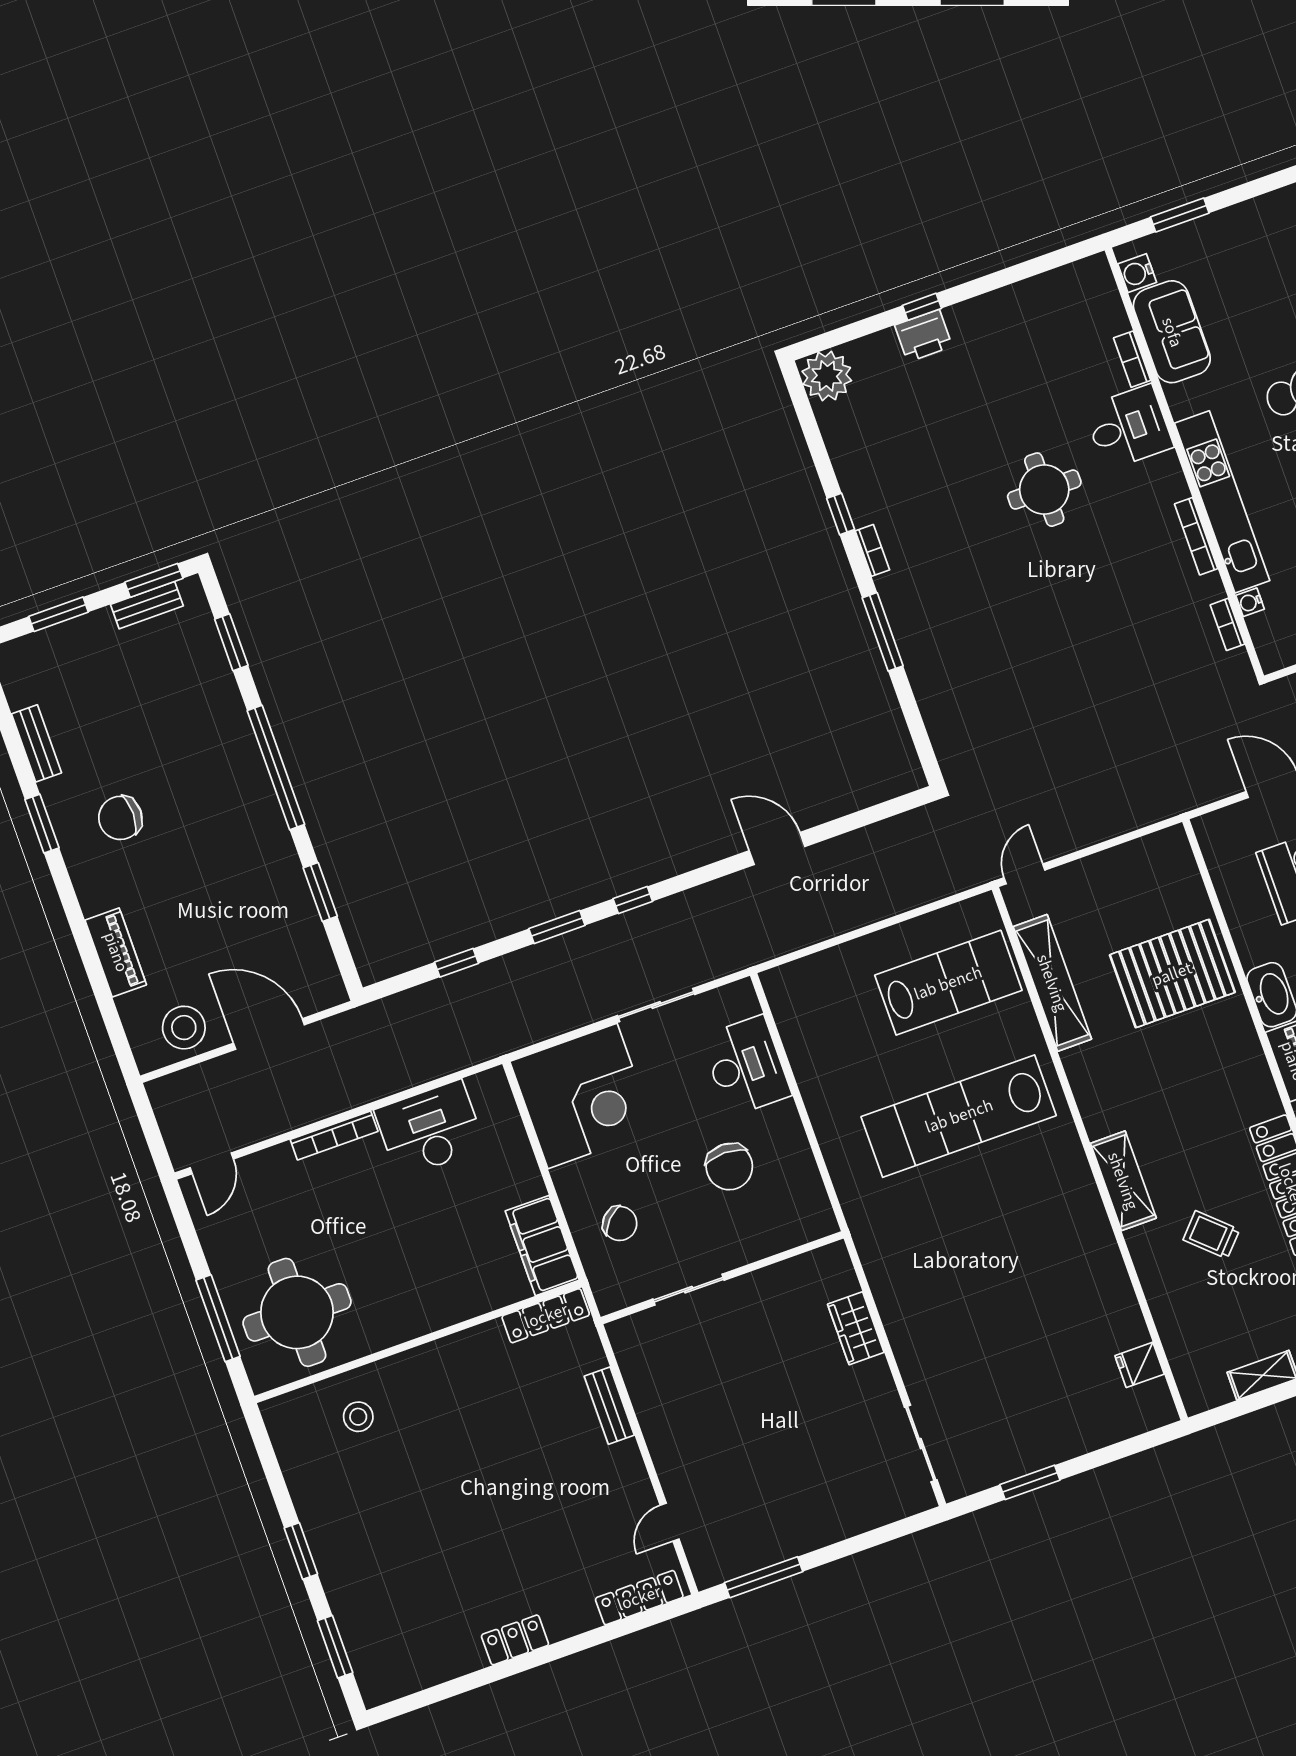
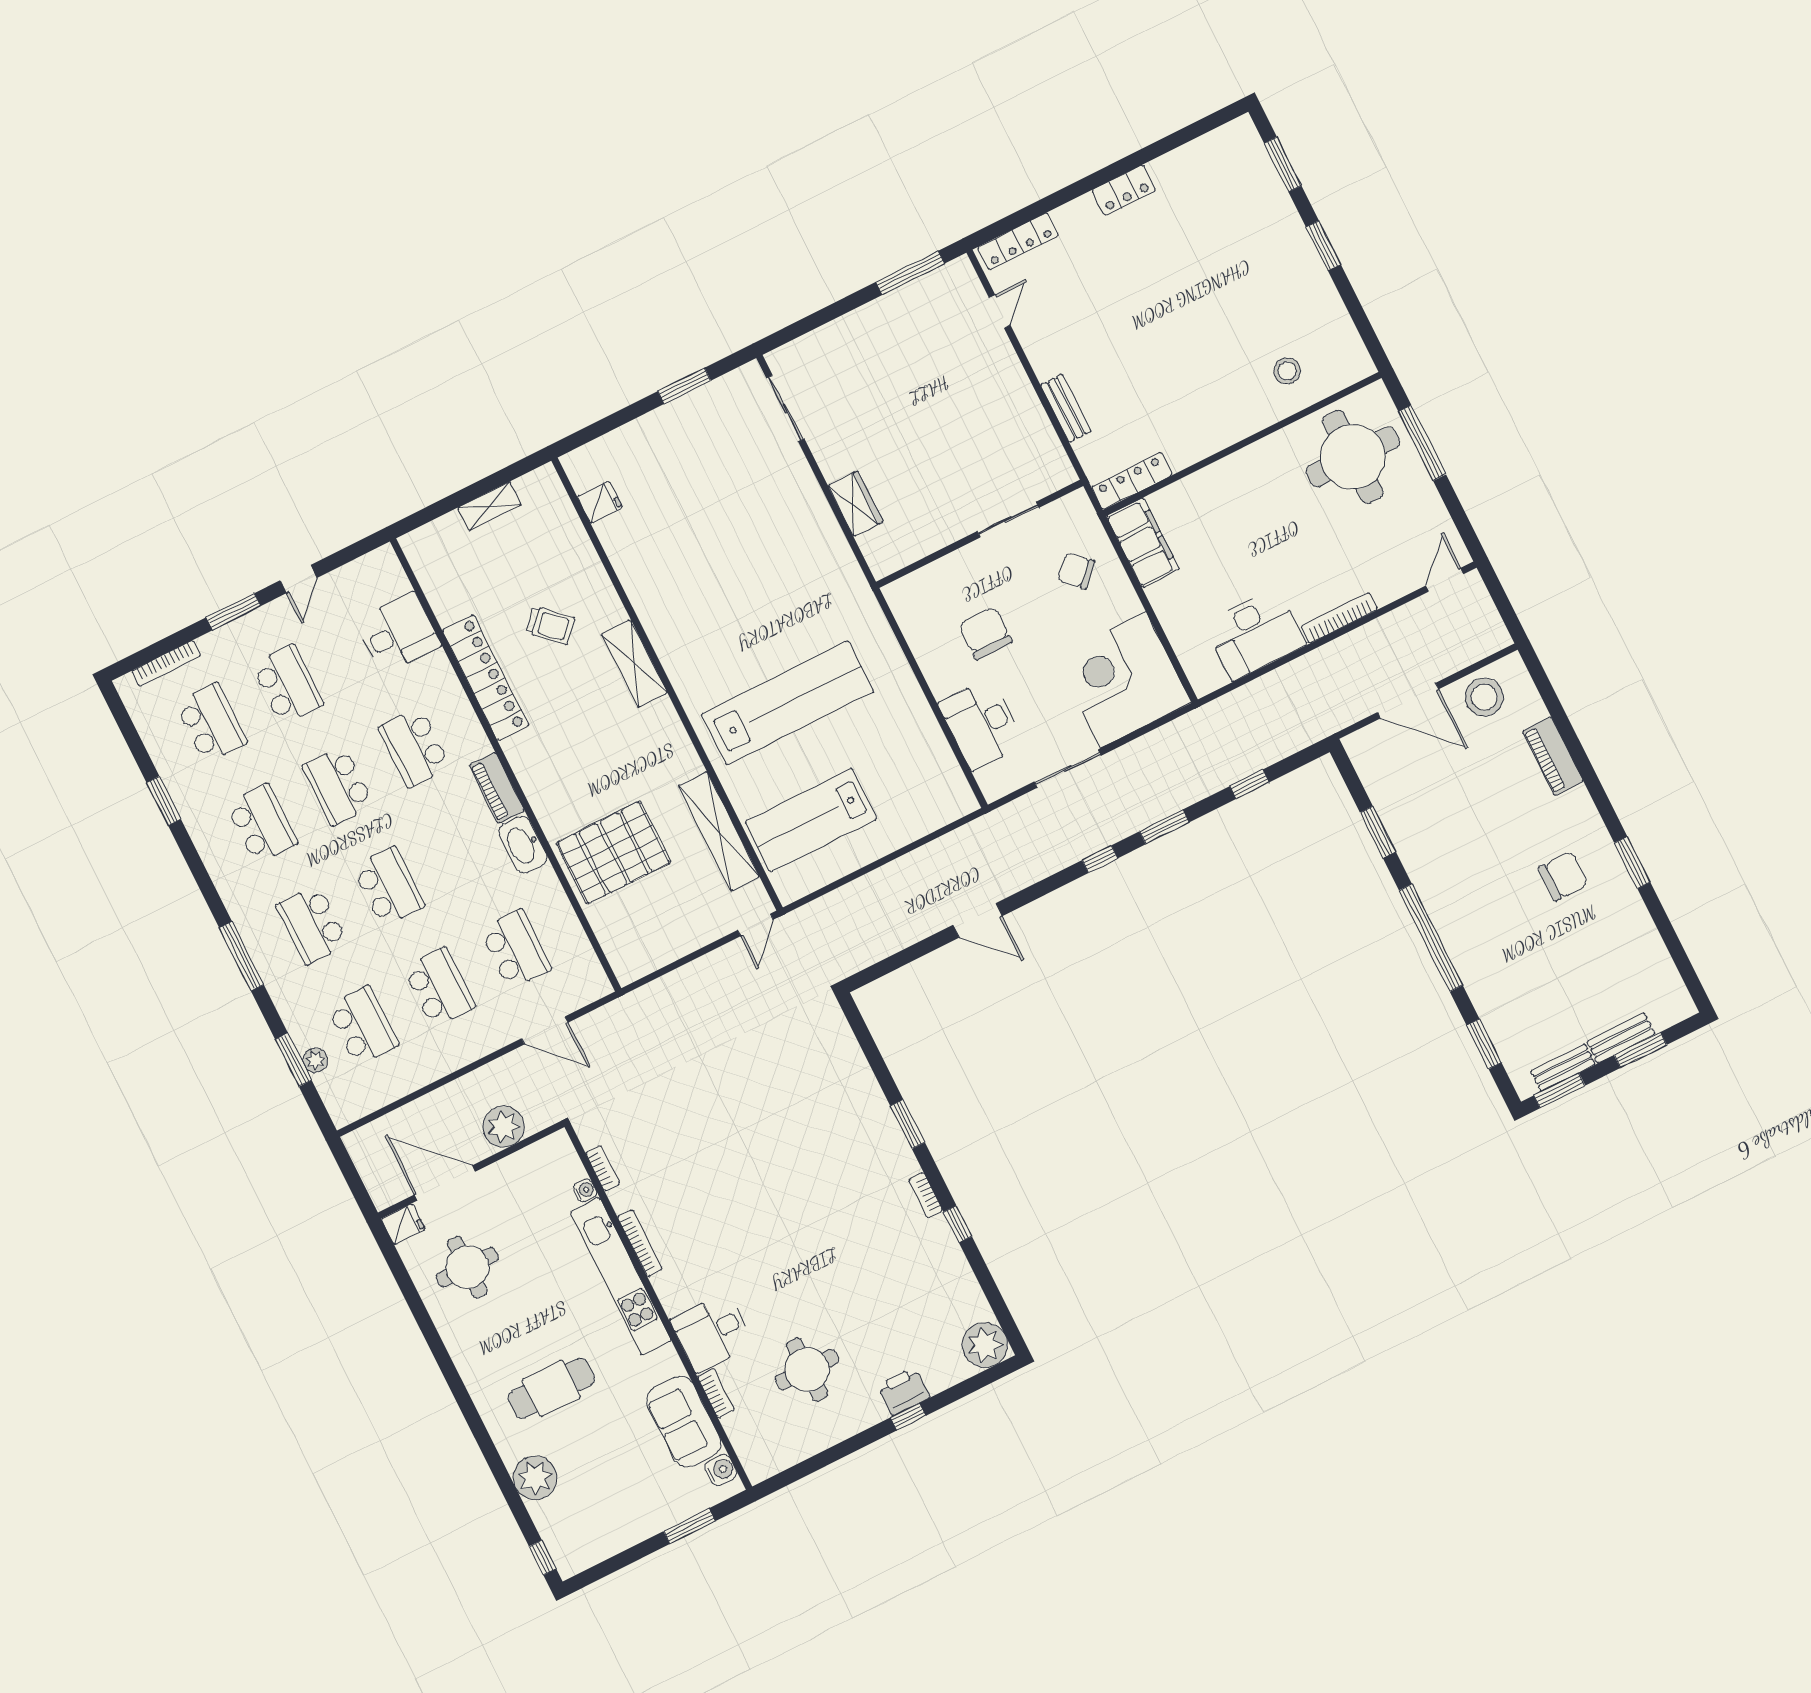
round table: (1044, 490) -> (807, 1370), moved
window: (883, 632) -> (908, 1124), width x0.69
bench: (37, 743) -> (1621, 1038), moved, turned 90

